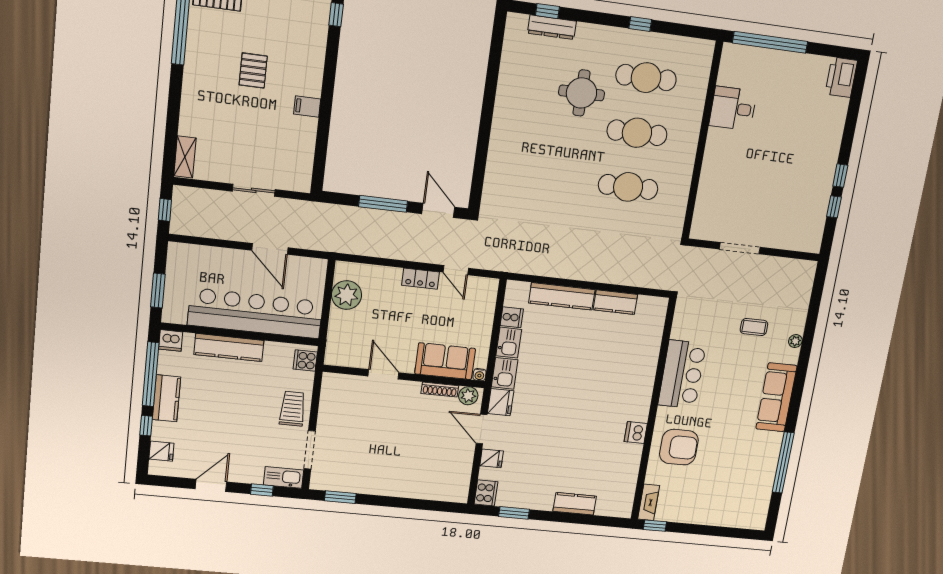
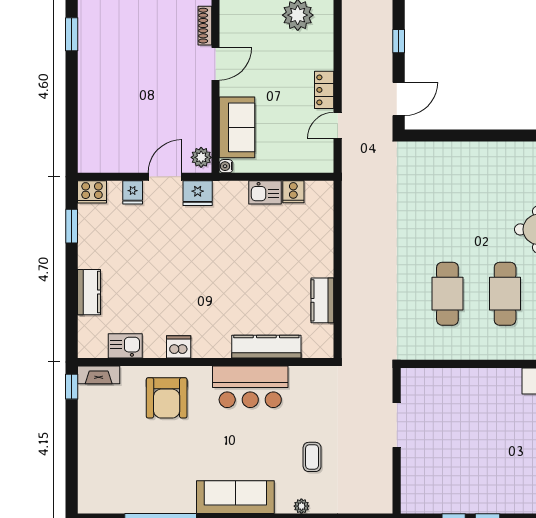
window: (383, 204) -> (399, 41), width x0.46
kitchen counter: (562, 296) -> (266, 347), moved, turned 90
kitchen sink: (505, 373) -> (125, 346), moved, turned 180
shoe rack: (440, 390) -> (205, 26), moved

